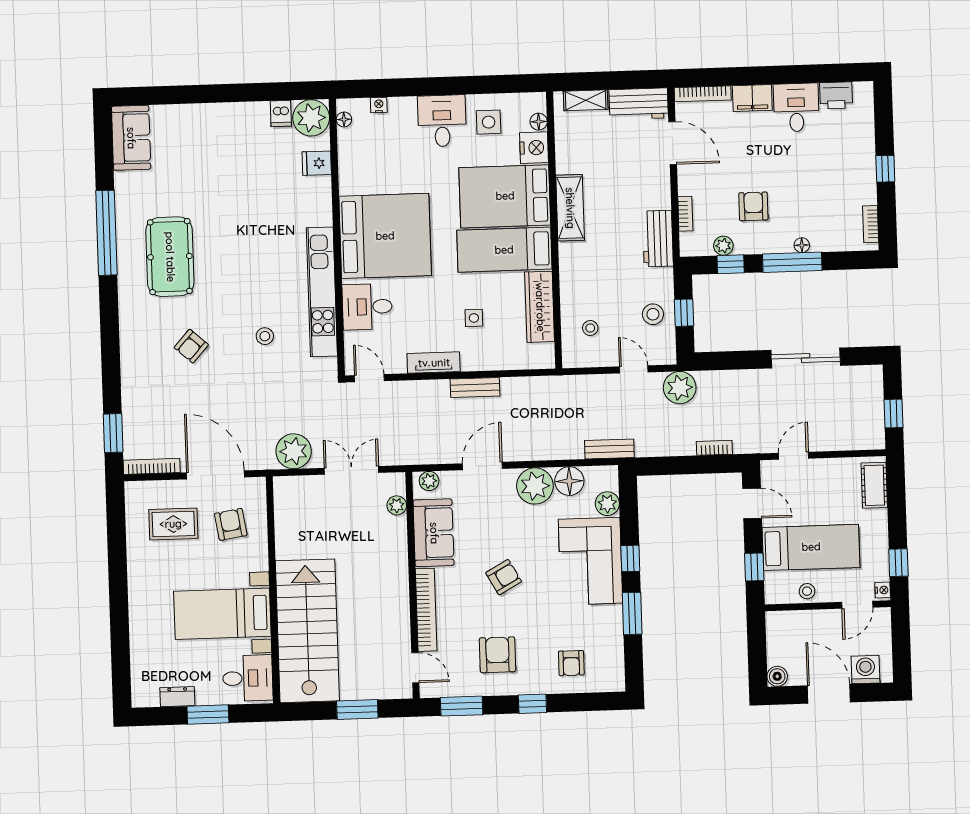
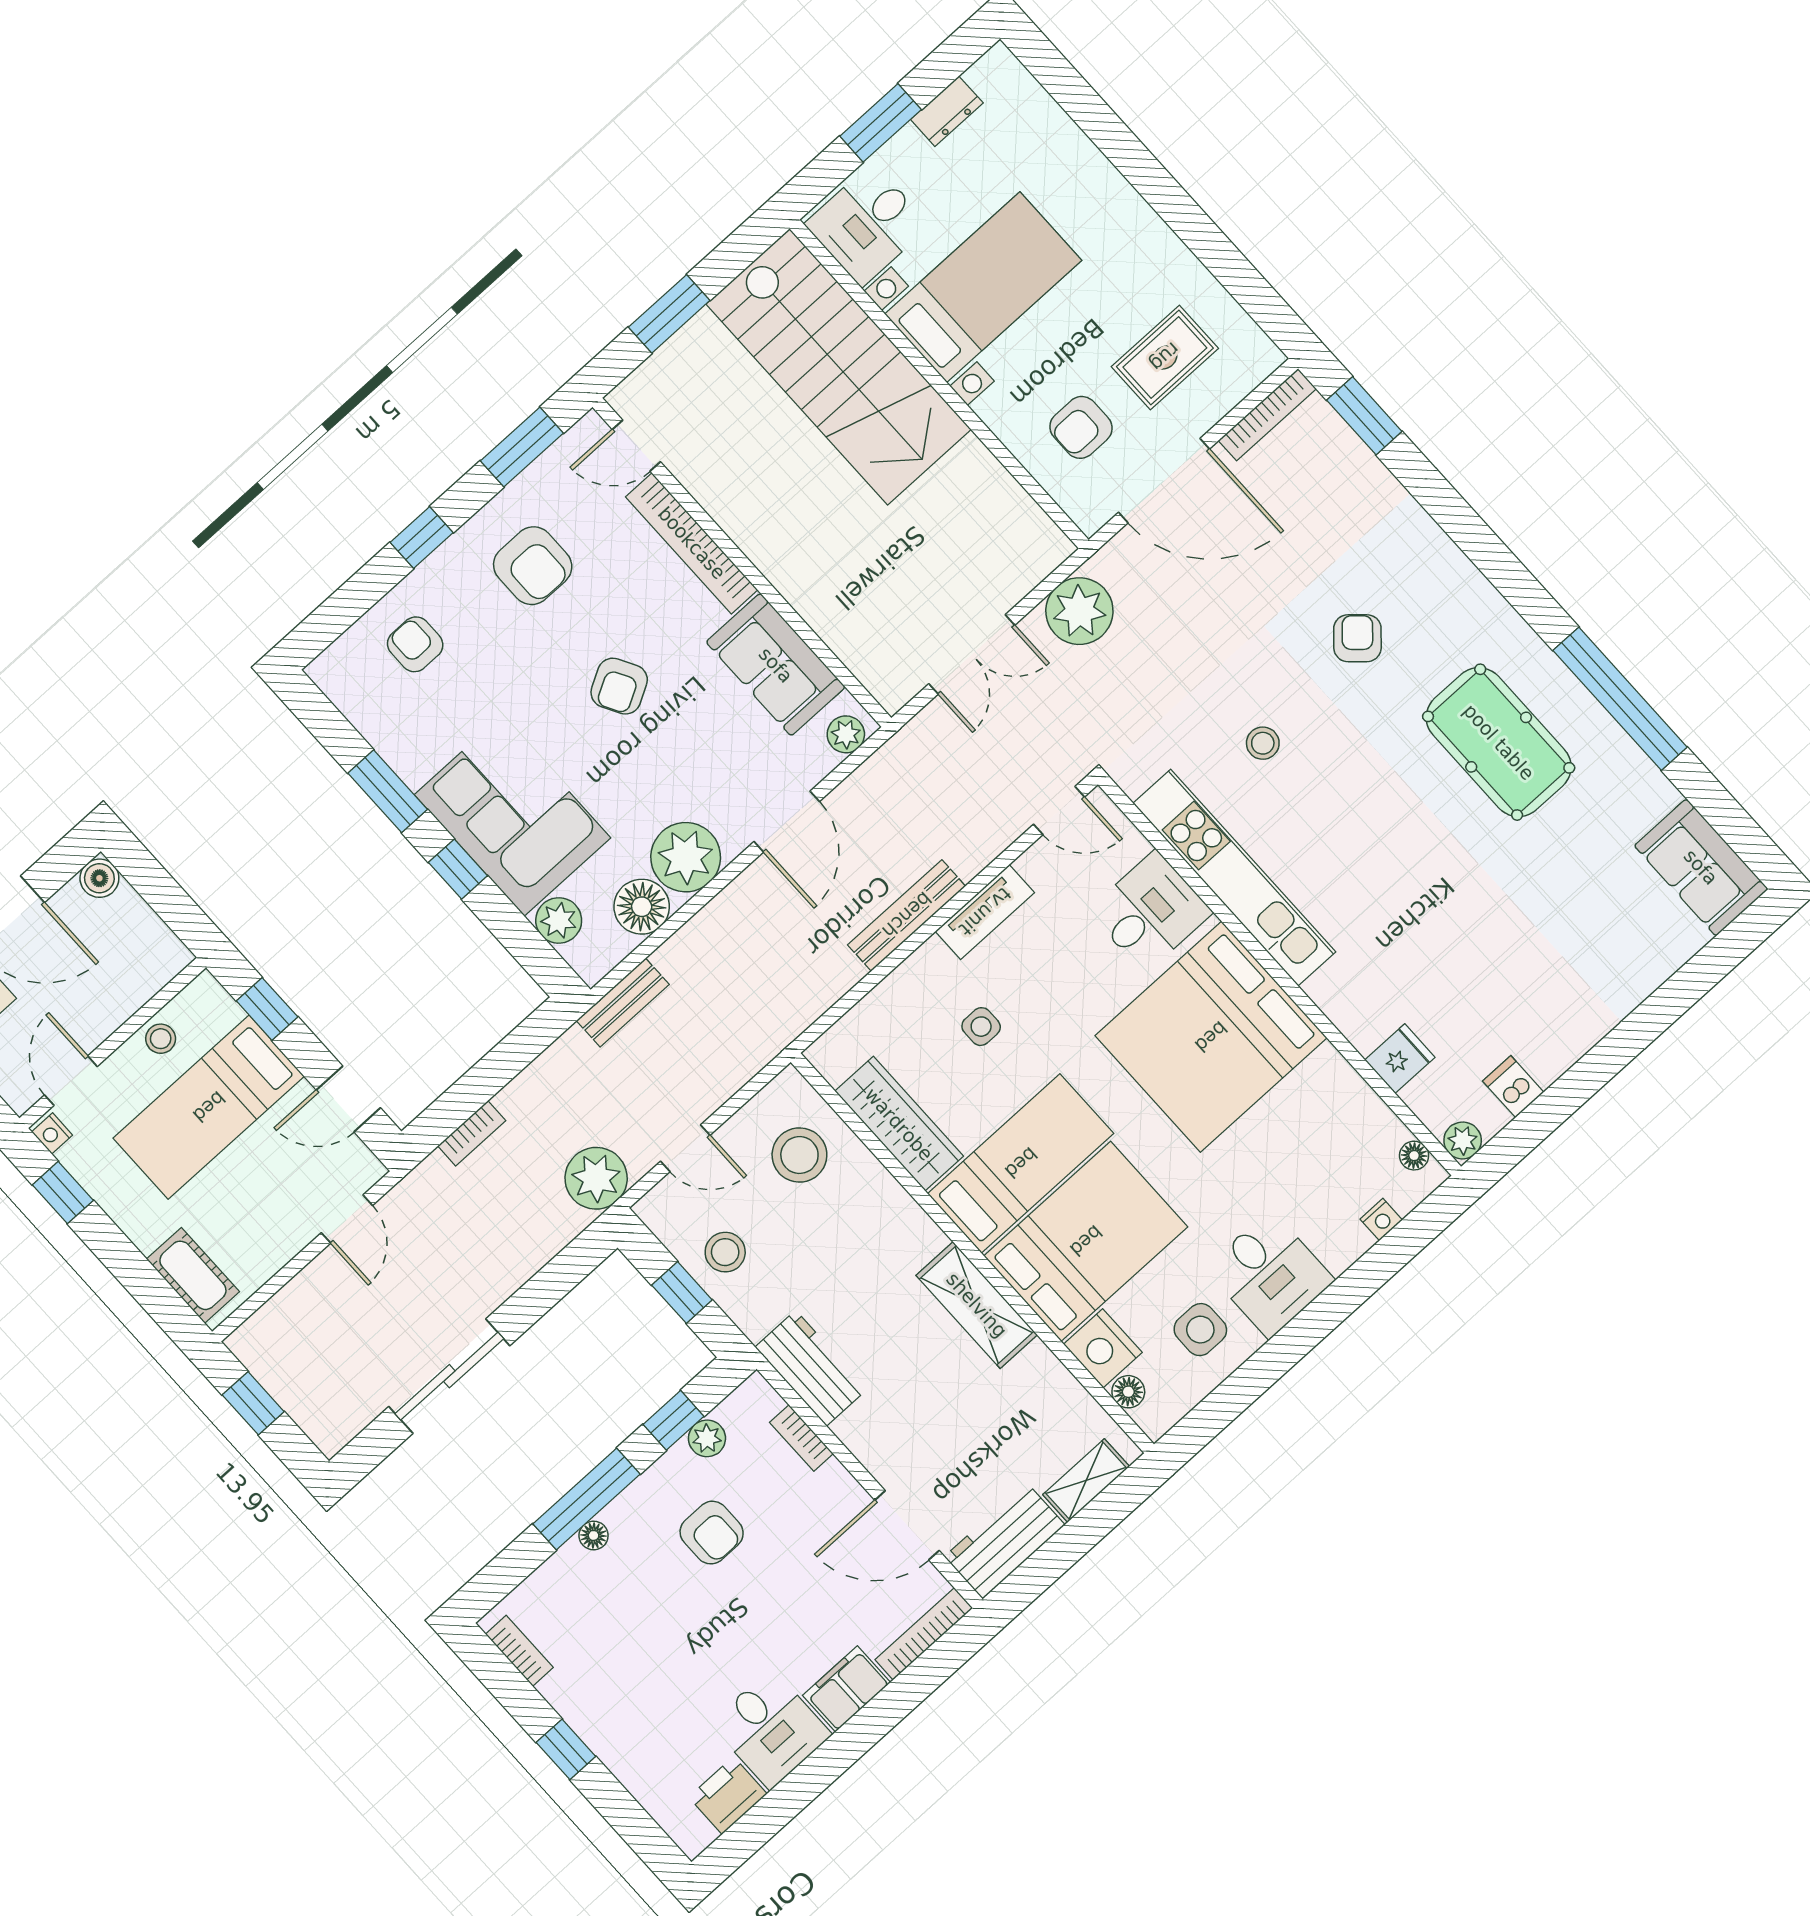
plant: (311, 118) -> (1463, 1141), width x0.53, depth x0.53
stool: (590, 328) -> (799, 1155), width x1.89, depth x1.89
bench: (475, 387) -> (907, 915), width x1.36
plant: (397, 505) -> (863, 659), removed
armchair: (231, 524) -> (1081, 427), turned 99

